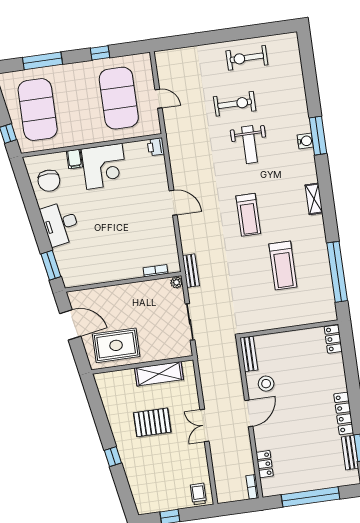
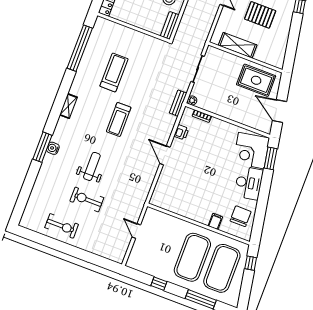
exercise mat: (119, 98) -> (192, 257), moved
printer: (156, 147) -> (181, 132), moved
corner desk: (104, 166) -> (251, 151), moved, turned -100
treadmill: (248, 215) -> (119, 119), turned 180

